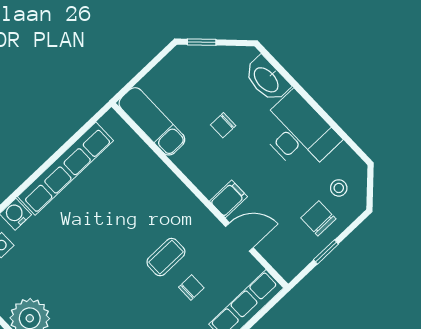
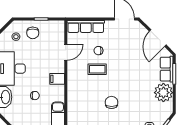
filing cabinet: (228, 199) -> (57, 79), moved
chair: (95, 227) -> (112, 102), added
door: (239, 237) -> (66, 52), swing flipped

